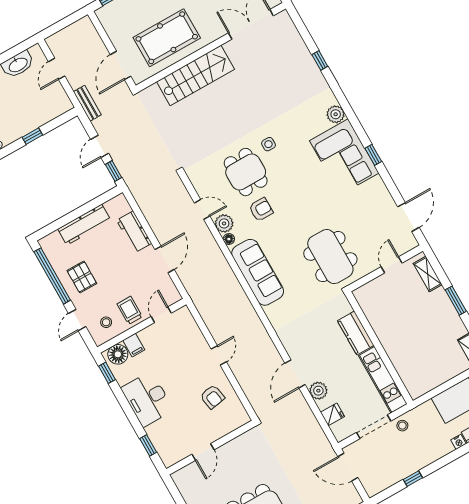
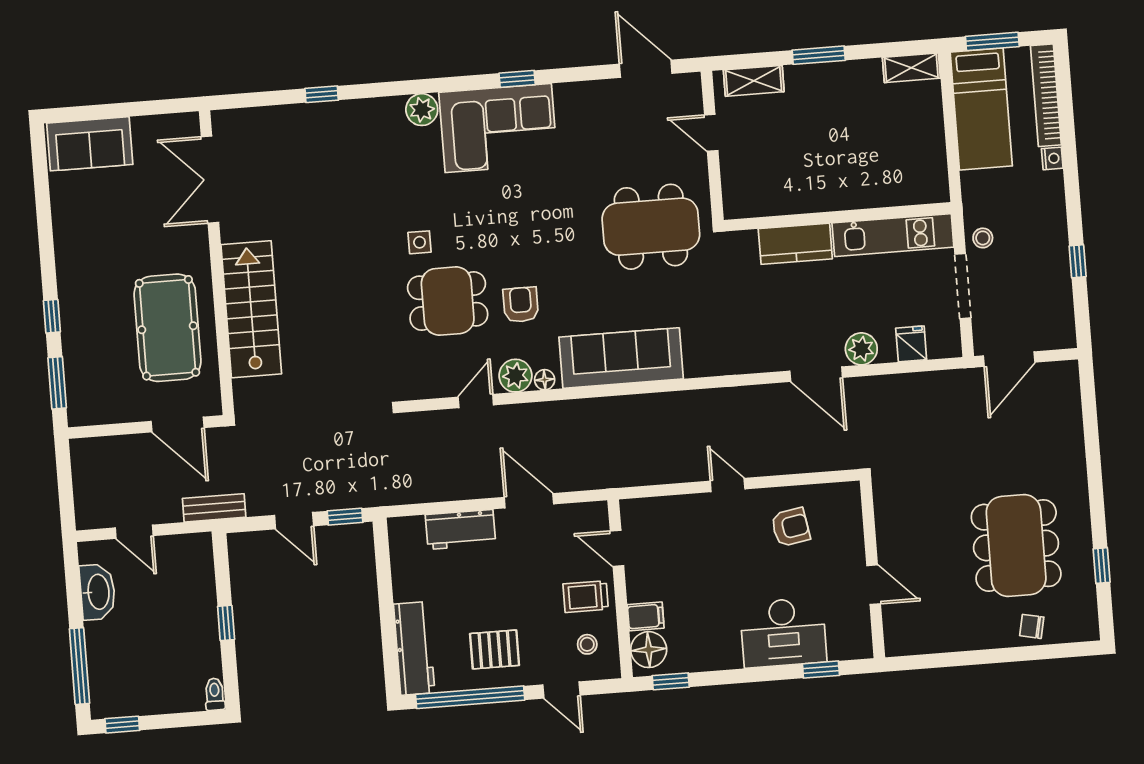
workbench: (84, 225) -> (414, 648), moved
desk: (147, 399) -> (783, 633), moved

